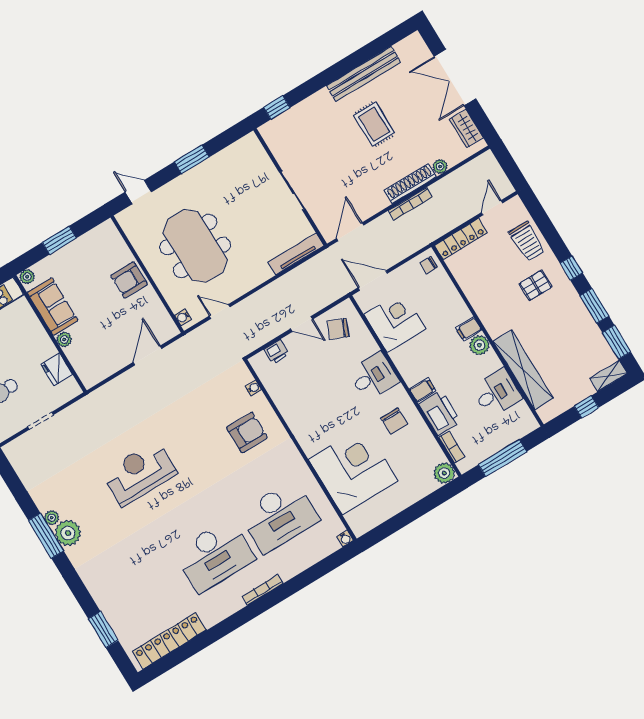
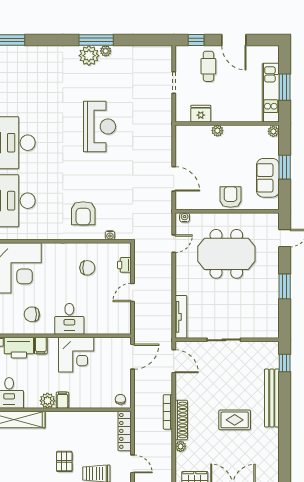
bench: (364, 74) -> (272, 398), moved
sofa: (53, 307) -> (268, 178), moved, turned 90
corner desk: (395, 322) -> (76, 355), moved
chair: (338, 329) -> (87, 268), moved, turned 67

